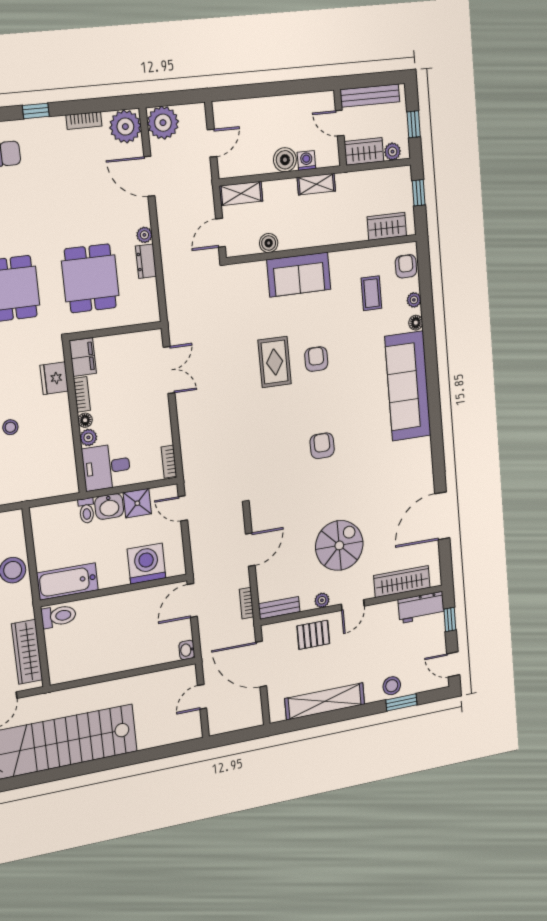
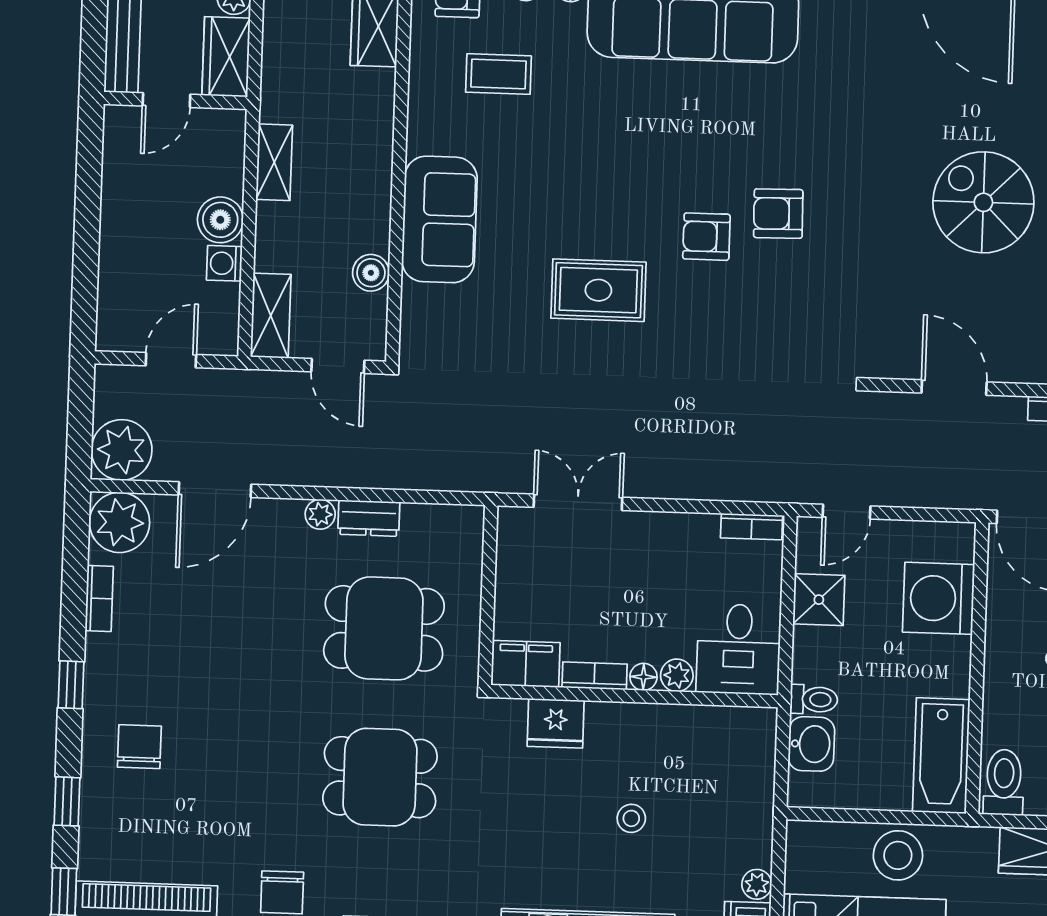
door: (212, 143) -> (171, 360), hinge flipped
washing machine: (306, 161) -> (224, 263), moved
armchair: (316, 359) -> (706, 237), moved
washbasin: (109, 506) -> (811, 744), moved

